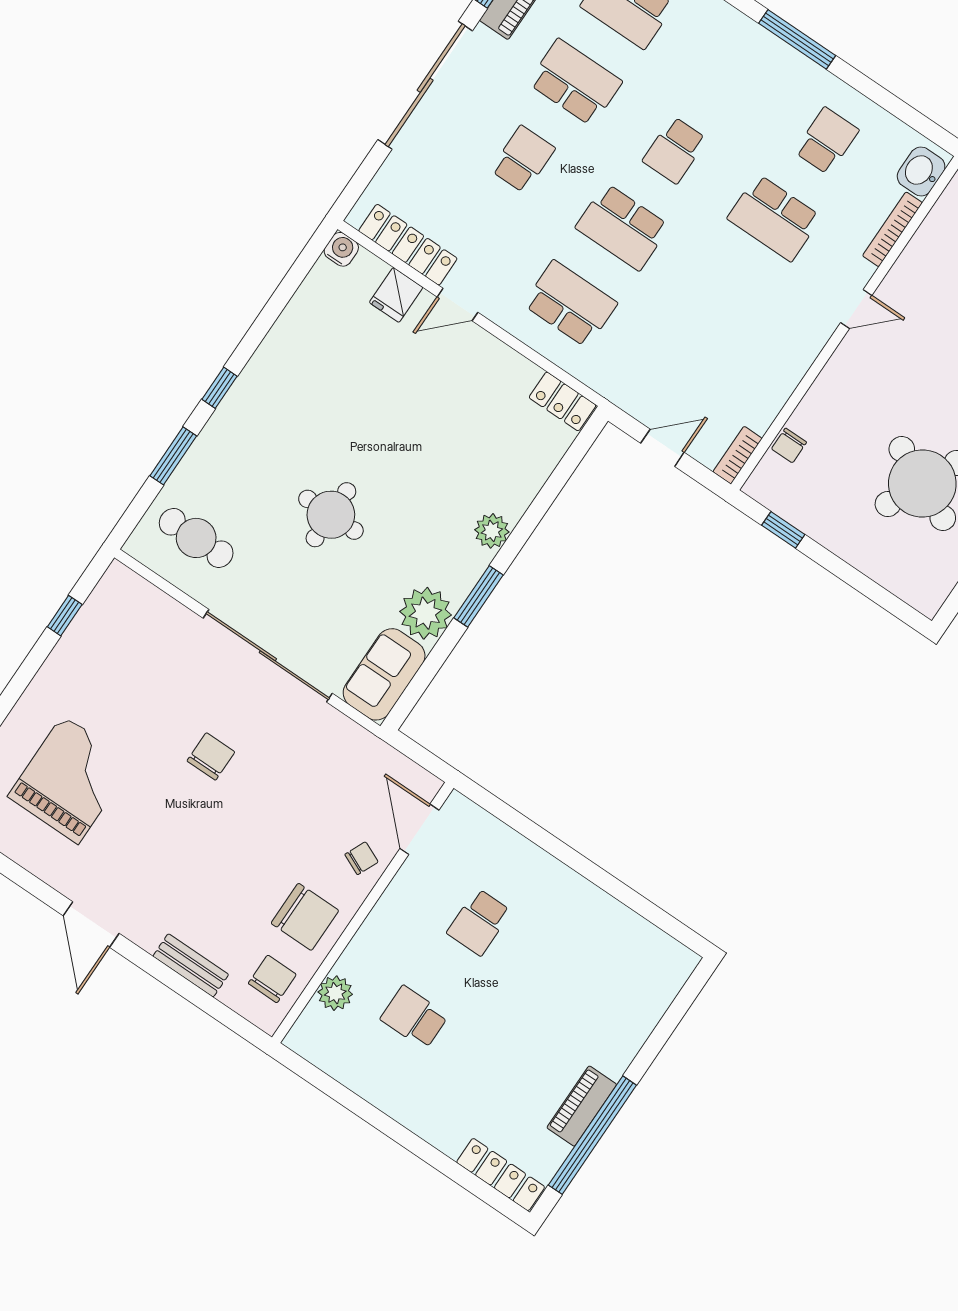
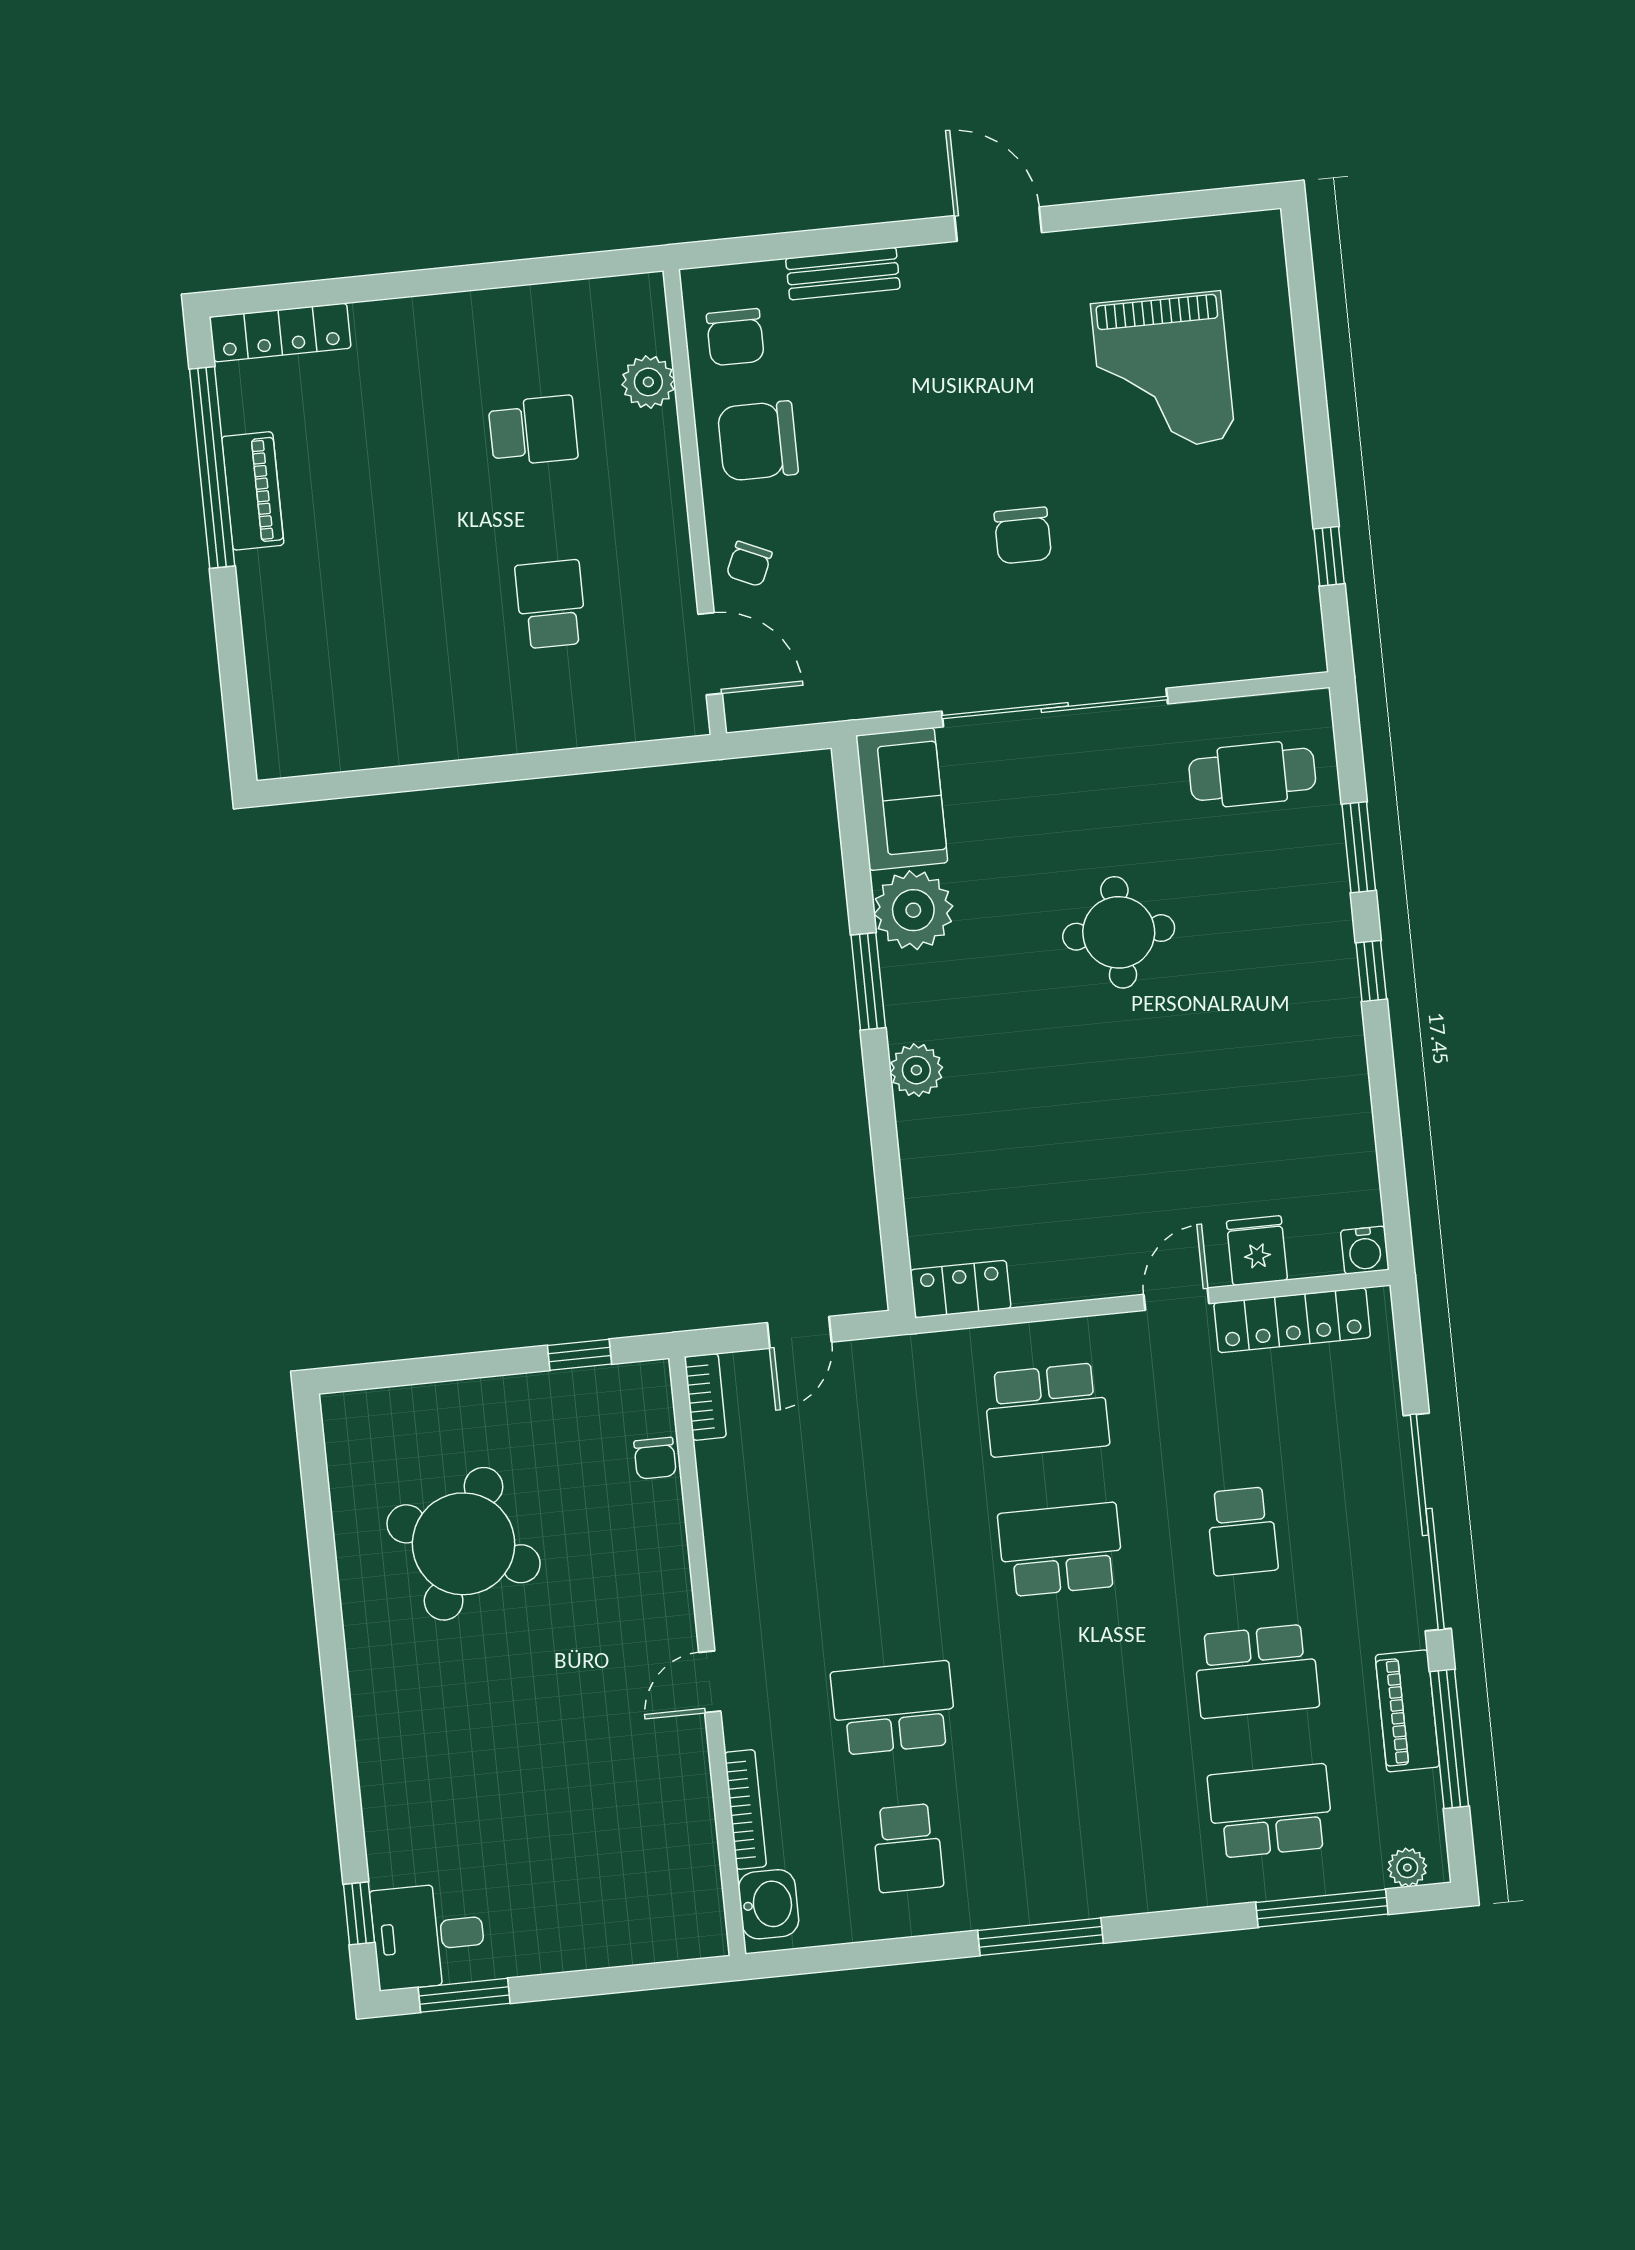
school desk: (675, 150) -> (1075, 1690), removed
chair: (789, 445) -> (655, 1458), turned 180

